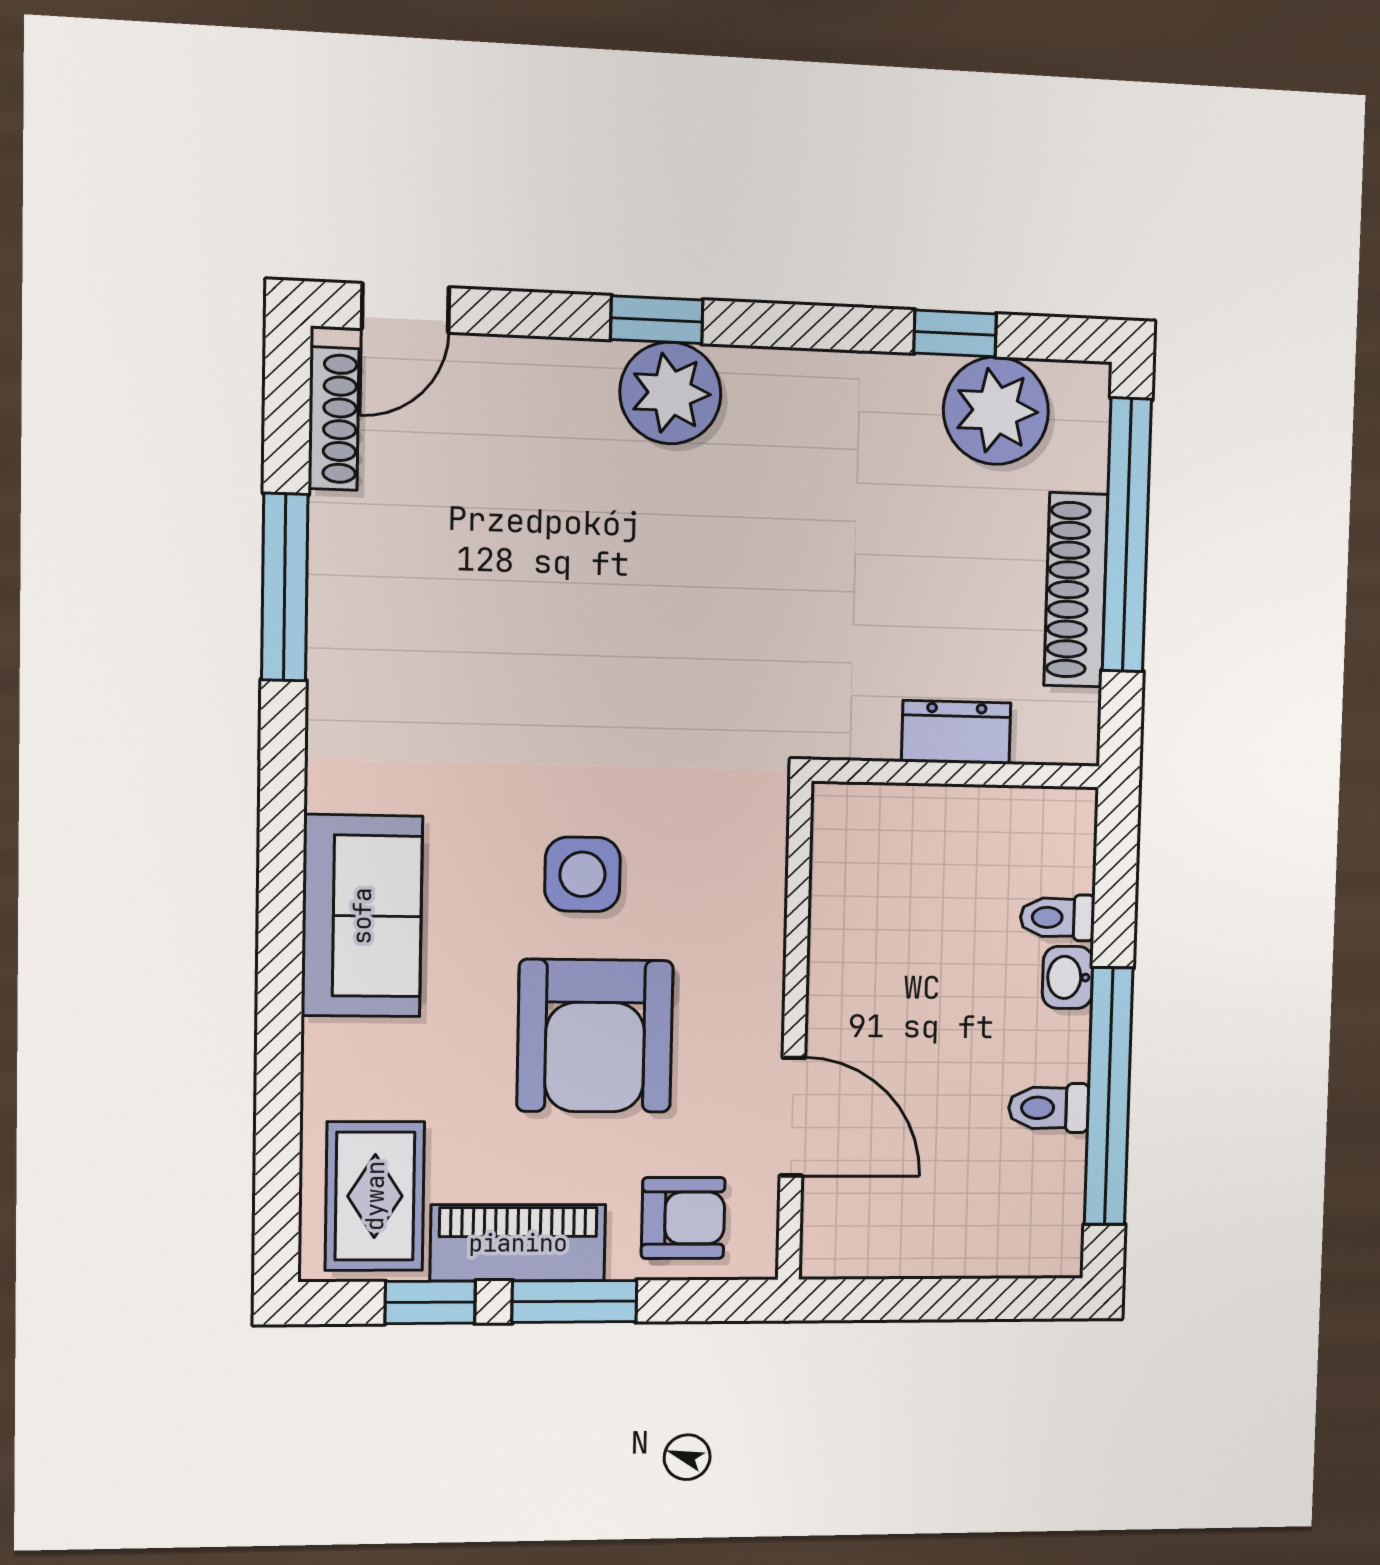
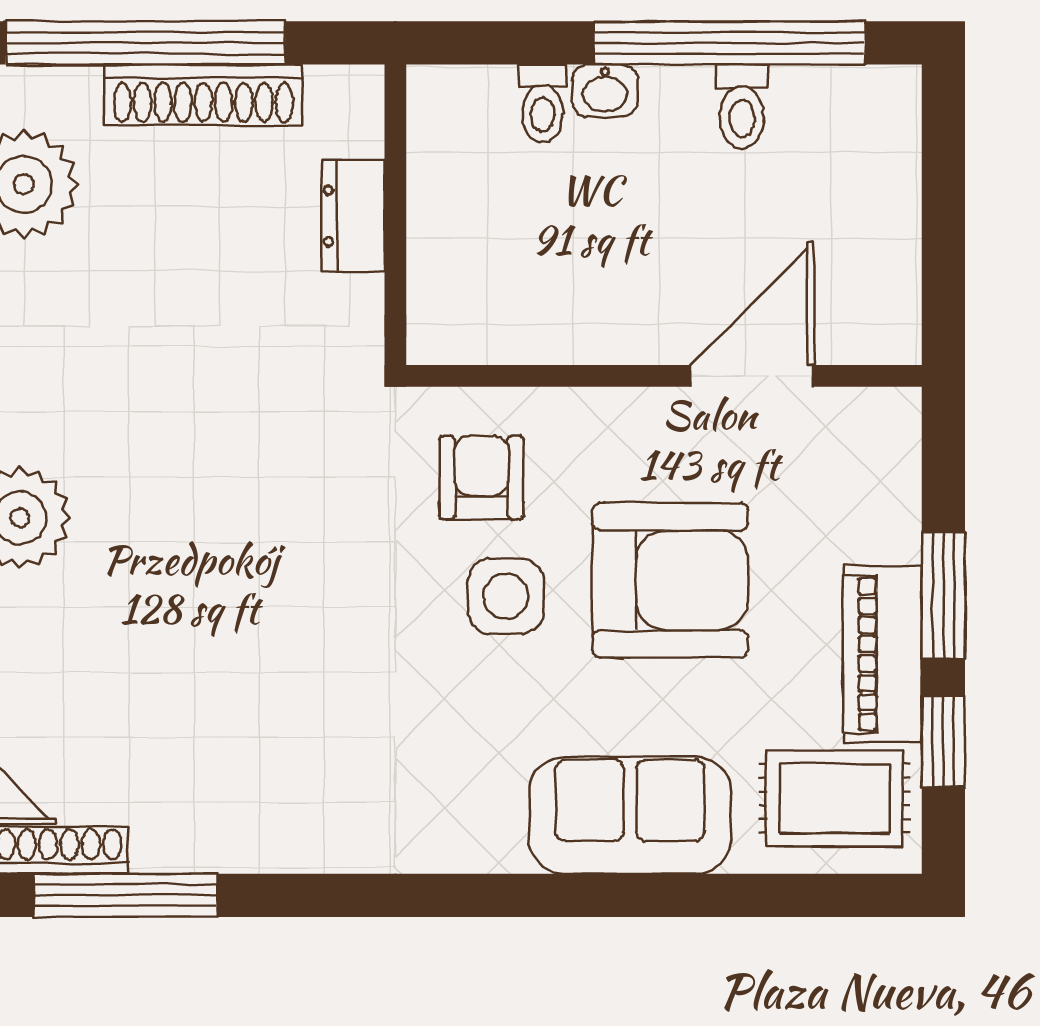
window: (285, 587) -> (125, 895), moved
sofa: (362, 916) -> (630, 815), moved
armchair: (683, 1218) -> (482, 478), moved

